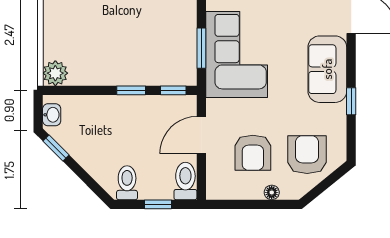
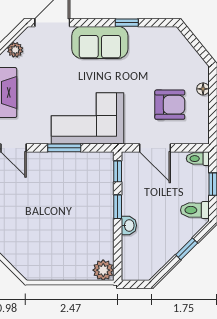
window: (201, 48) -> (64, 148), moved
washbasin: (52, 115) -> (129, 225), moved, turned 90
window: (56, 148) -> (187, 249), moved
armchair: (307, 155) -> (171, 59), removed
toilet: (185, 181) -> (198, 159), width x0.73, depth x0.72

